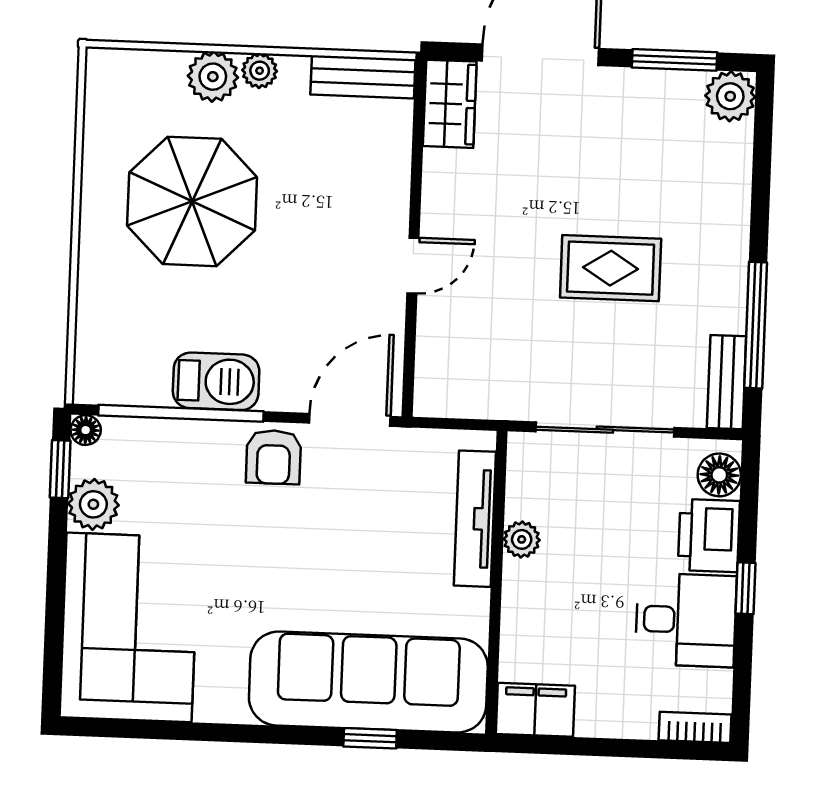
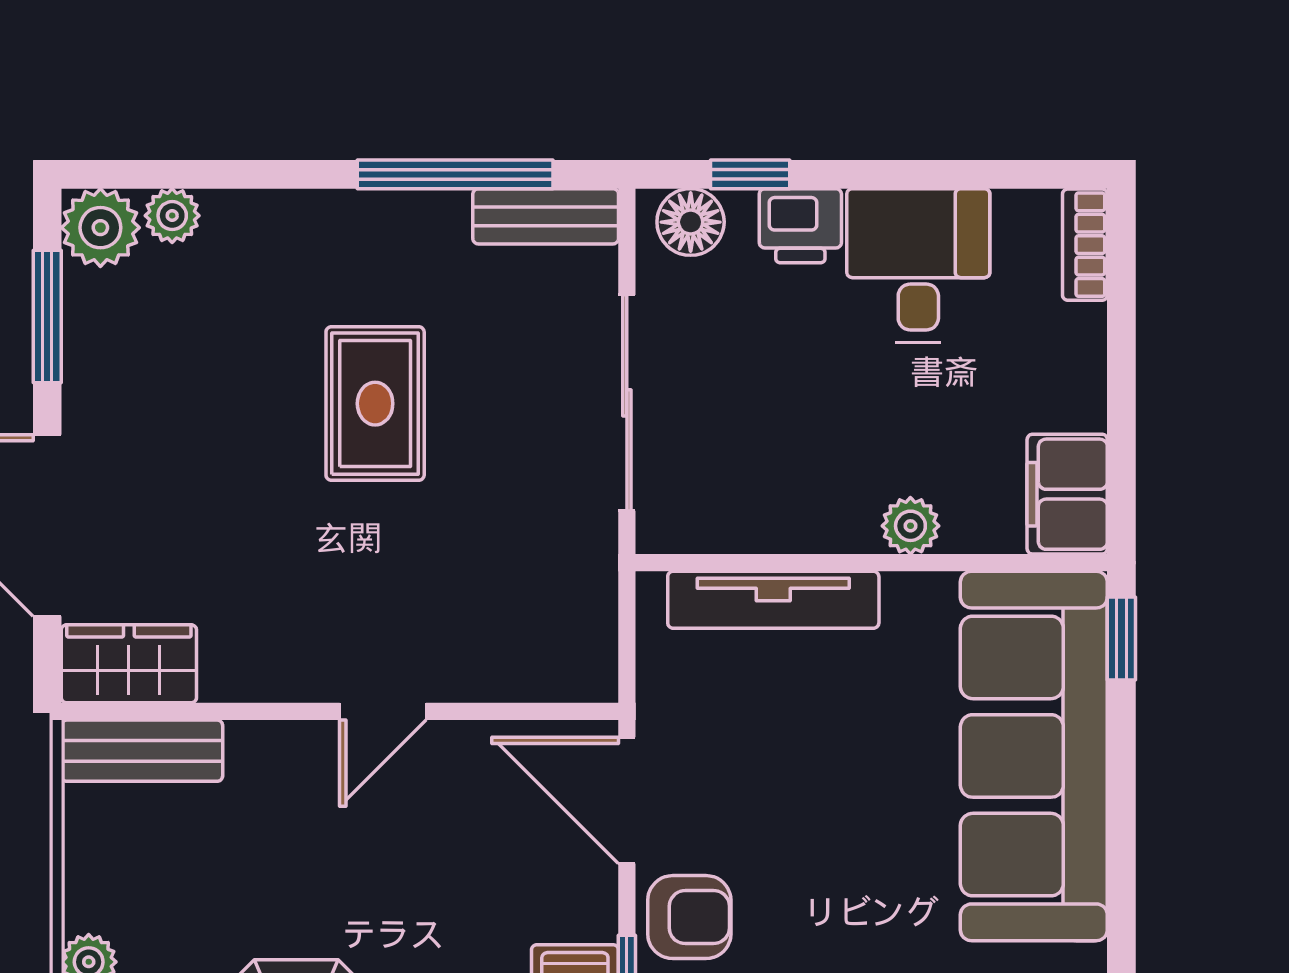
bench: (363, 77) -> (142, 751), moved, turned 90
plant: (736, 143) -> (172, 216), added
door: (413, 265) -> (383, 711), swing flipped
printer: (709, 536) -> (800, 226), width x0.73, depth x0.81
plant: (522, 539) -> (910, 526), moved
window: (746, 588) -> (750, 174), moved
window: (370, 738) -> (1121, 638), moved

